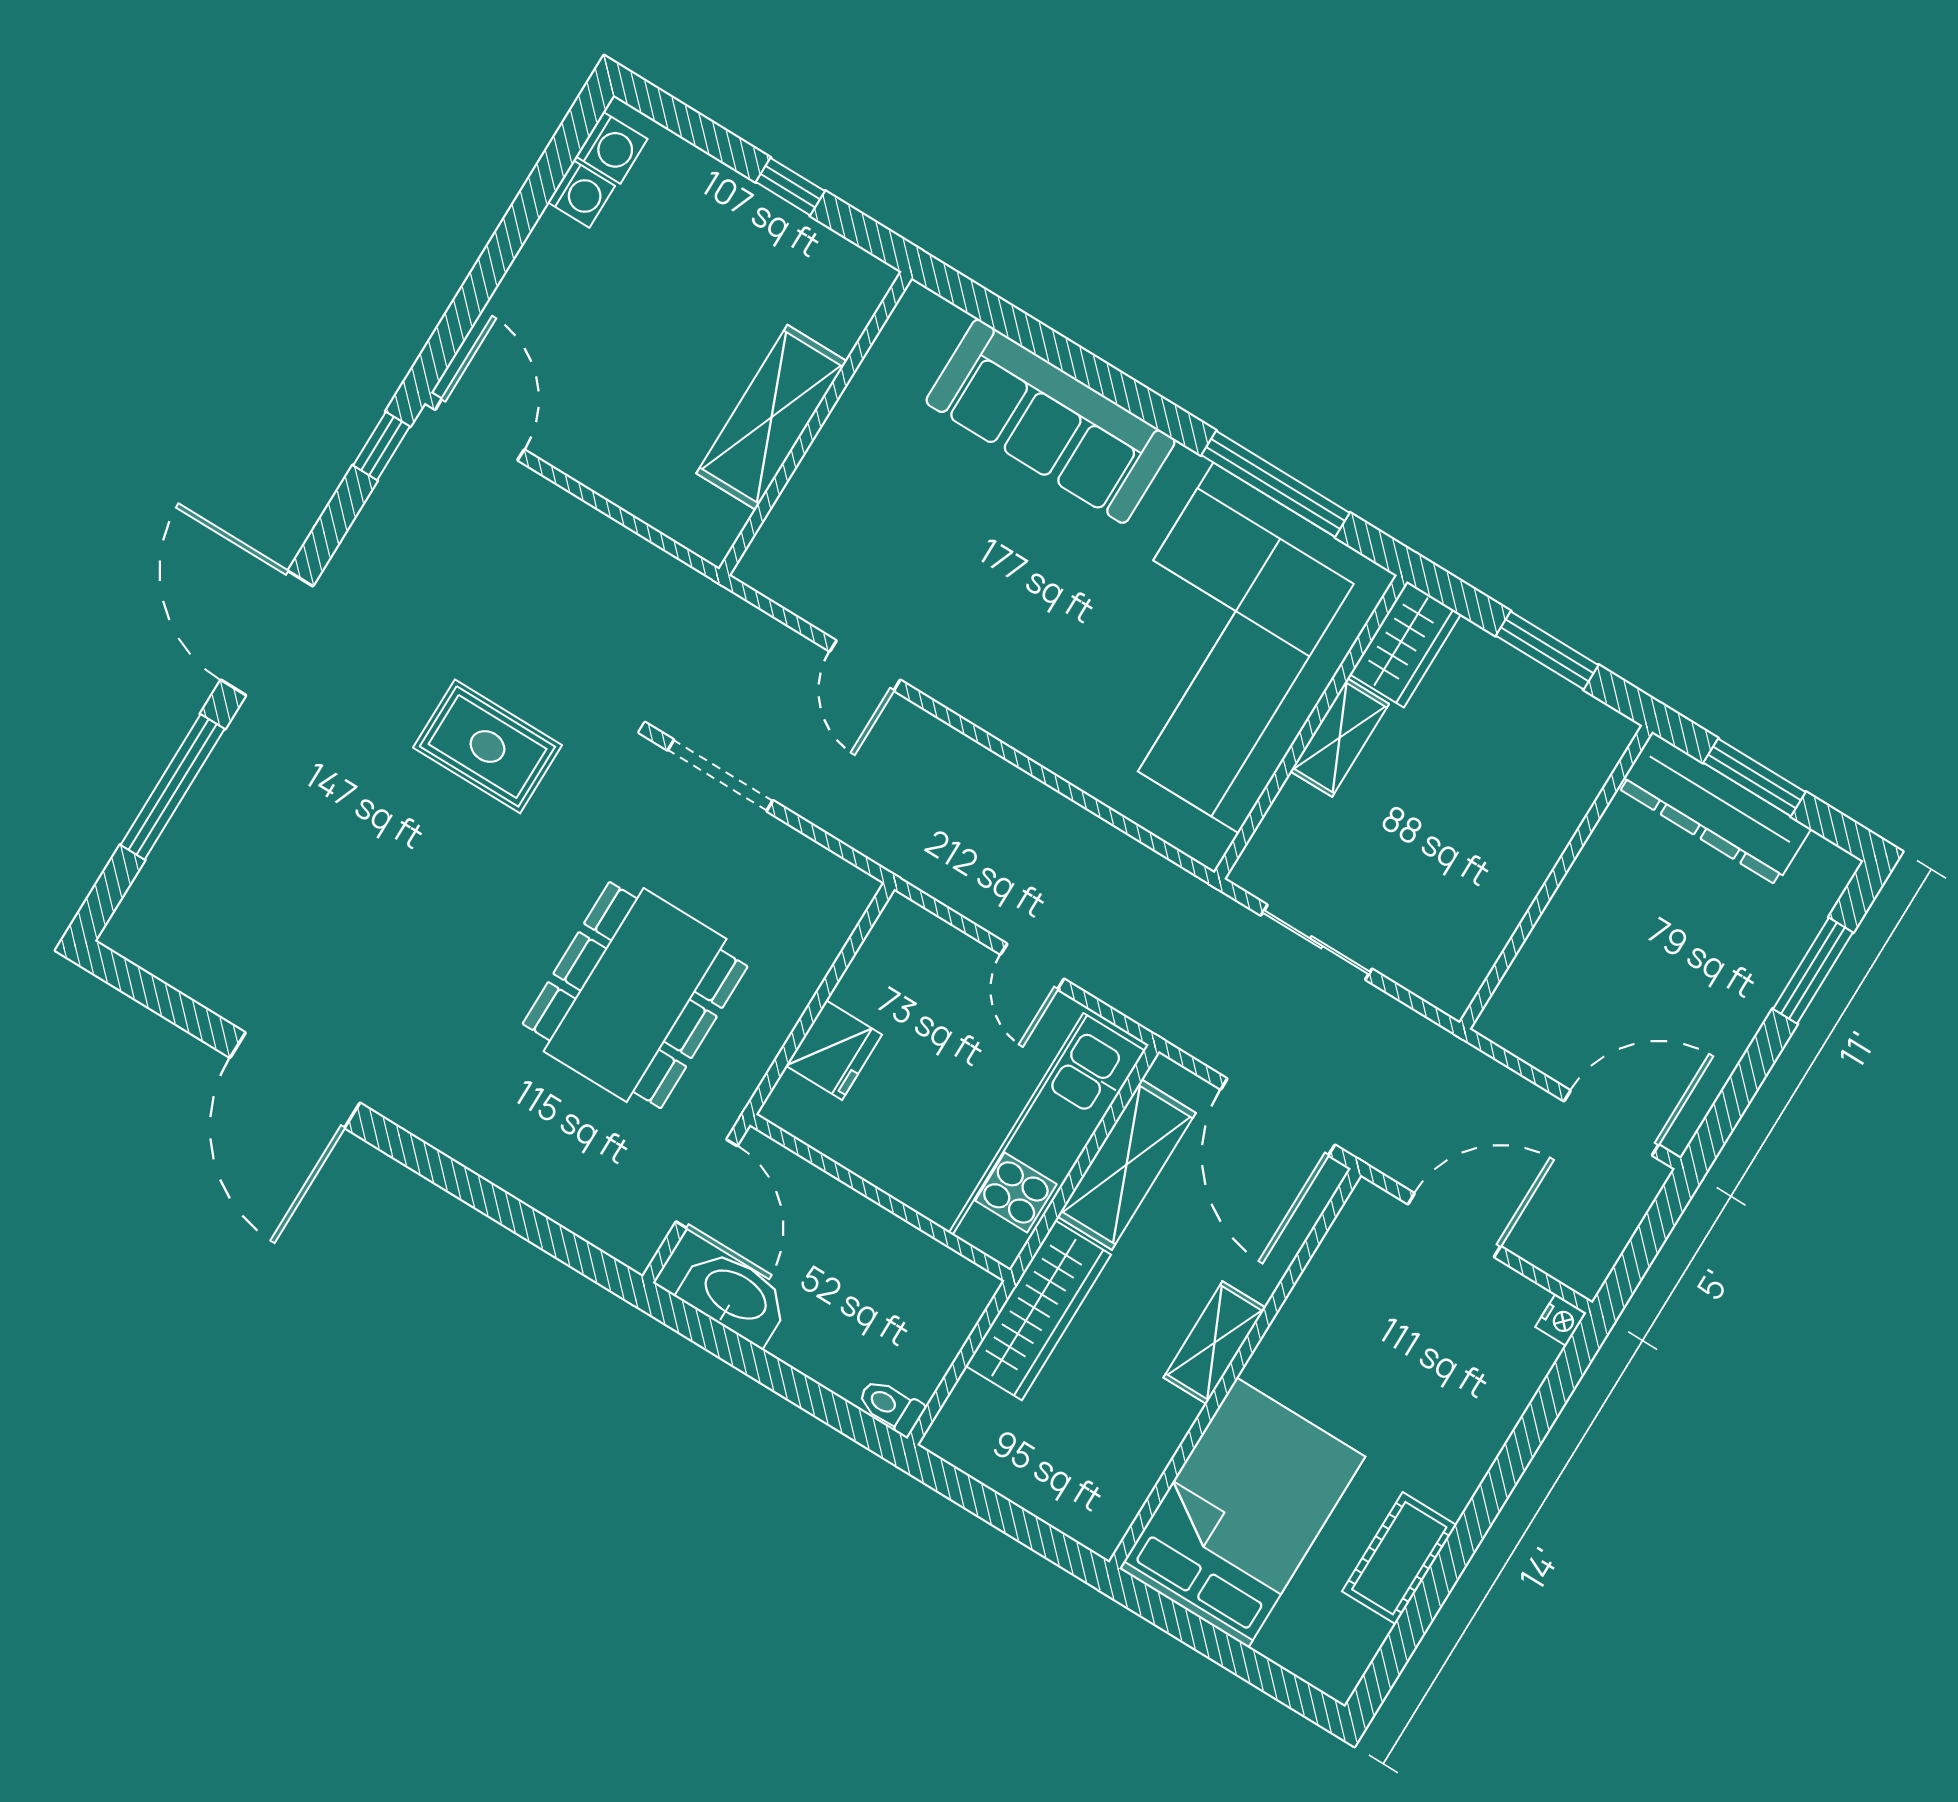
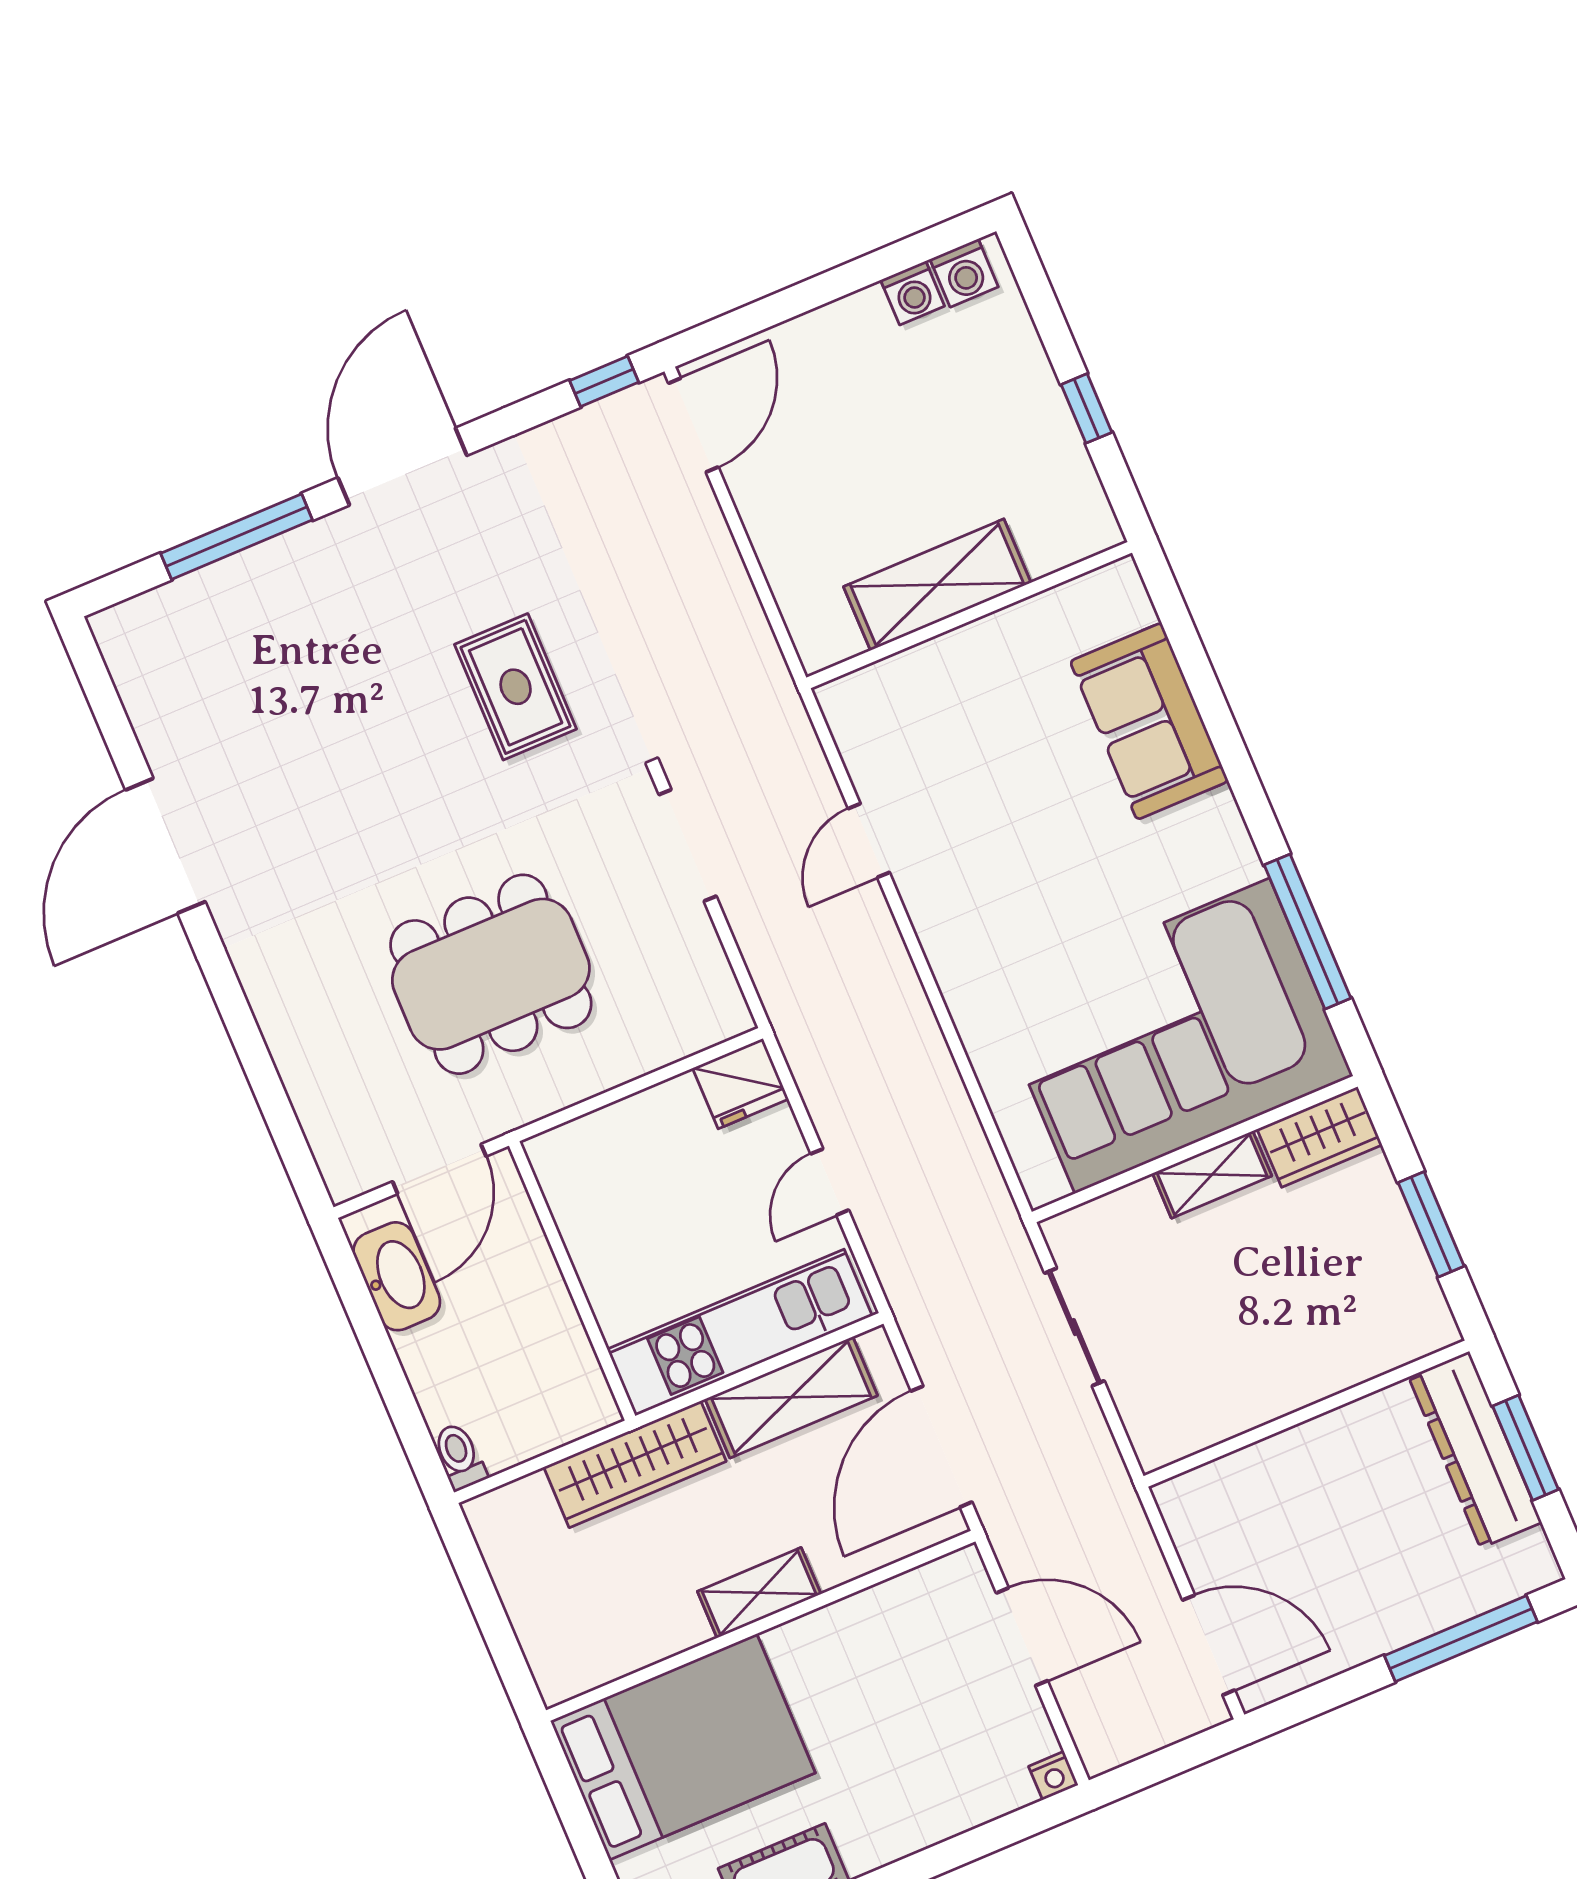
sofa: (1051, 421) -> (1149, 721), width x0.73
window: (1813, 971) -> (1461, 1639), width x1.44
fridge: (834, 1050) -> (741, 1084), moved

